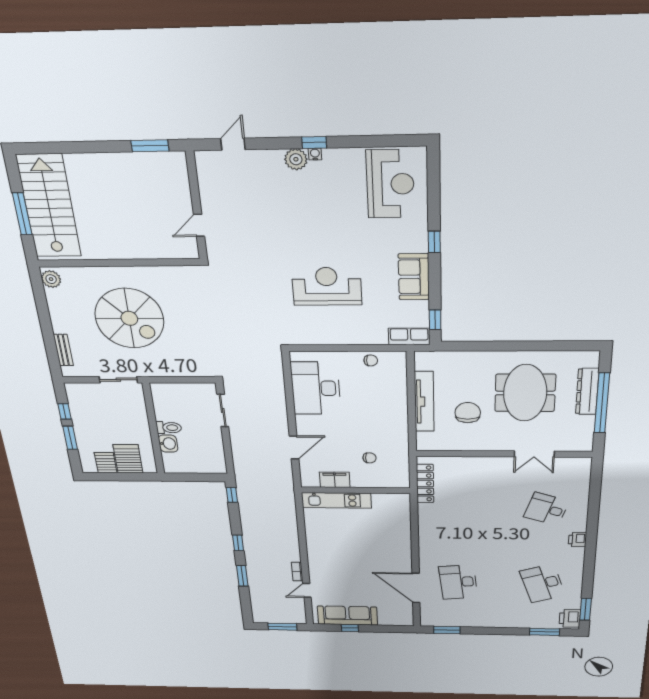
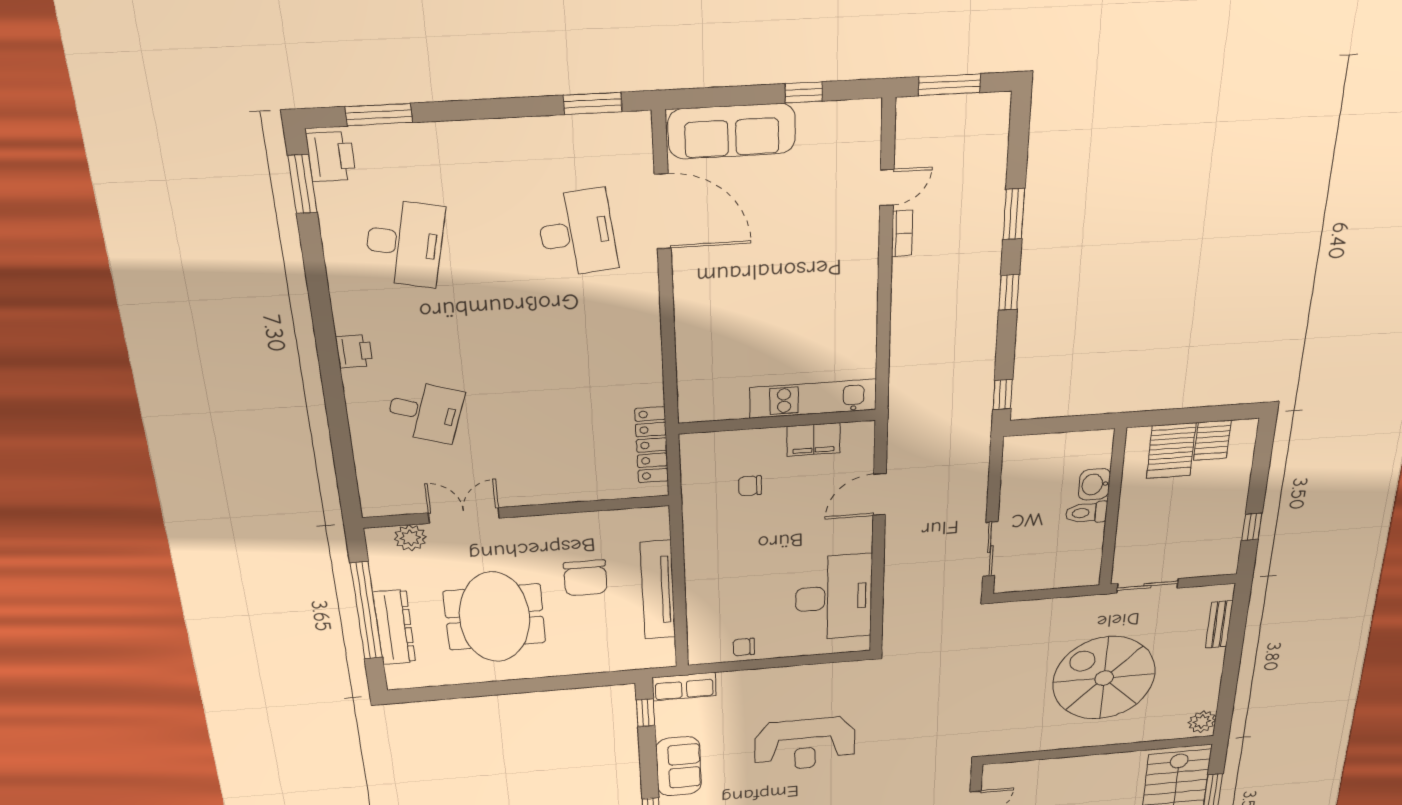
window: (70, 438) -> (1258, 481), removed
plant: (567, 444) -> (410, 538), added
desk: (543, 583) -> (404, 243), turned 30
sofa: (347, 616) -> (732, 131), moved

